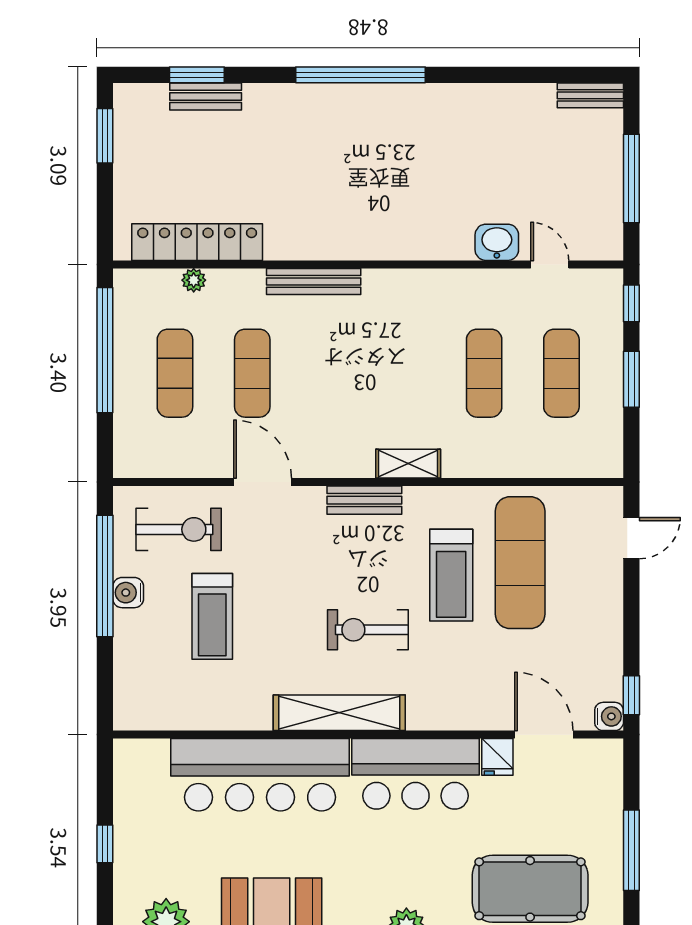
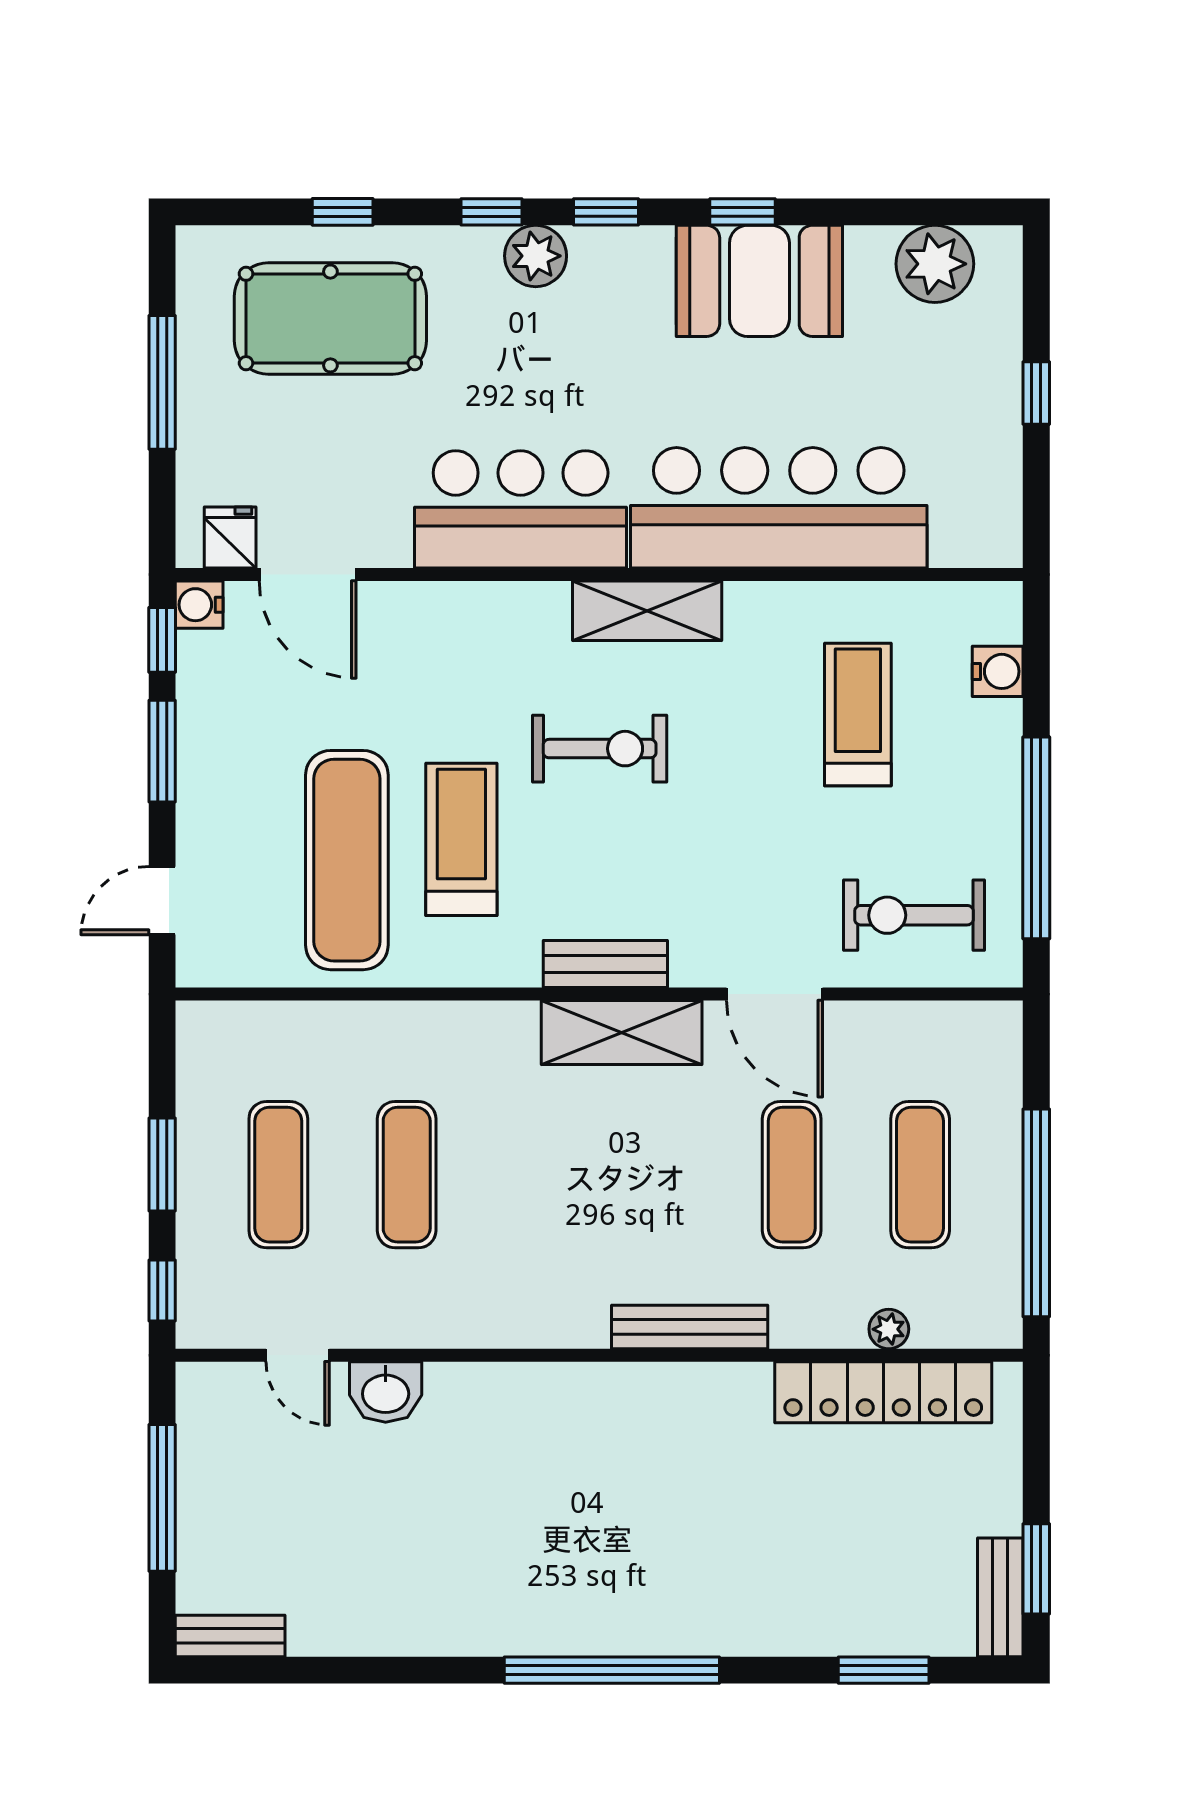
bench: (206, 96) -> (1000, 1597), moved, turned 90
shelving: (408, 464) -> (622, 1033), moved, width x1.50, depth x1.33
water cooler: (128, 593) -> (998, 671), moved
treadmill: (212, 616) -> (858, 714), moved
window: (631, 628) -> (162, 751), added
shelving: (339, 713) -> (647, 611), width x0.68
fridge: (497, 757) -> (230, 538), moved

